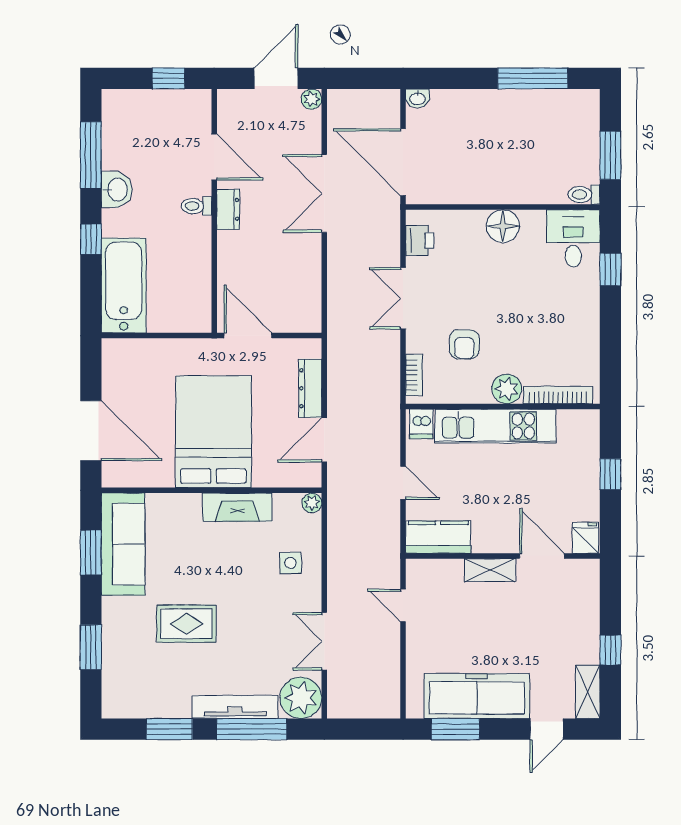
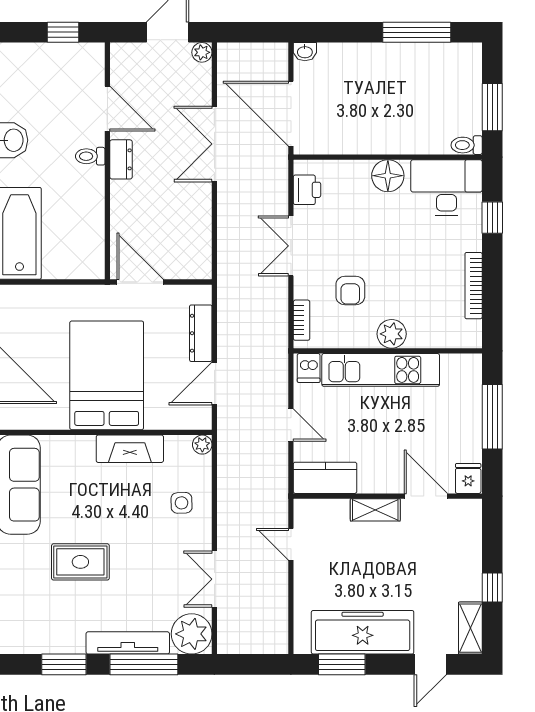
desk: (573, 238) -> (447, 188), width x1.37
bookcase: (558, 395) -> (474, 286), moved, turned -90
window: (610, 474) -> (492, 417), width x2.17

